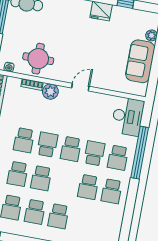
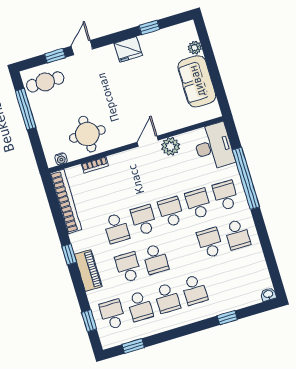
plant: (50, 92) -> (171, 146), moved
school desk: (71, 149) -> (171, 212), turned 180
school desk: (118, 158) -> (226, 195), turned 180
school desk: (18, 174) -> (128, 267), turned 180
school desk: (88, 187) -> (210, 243), turned 180

